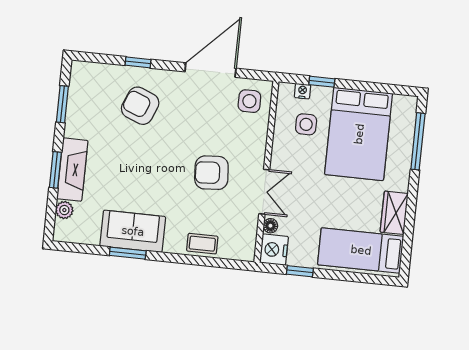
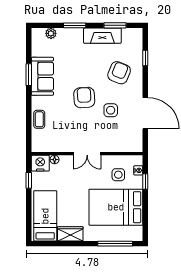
window: (138, 62) -> (145, 58), moved
side table: (249, 101) -> (111, 110), moved
fireplace: (72, 170) -> (102, 36), moved
armchair: (211, 173) -> (84, 97), moved
double door: (264, 192) -> (87, 154), moved

